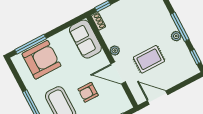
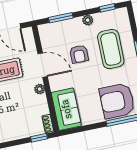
armchair: (88, 92) -> (79, 54), turned 90

